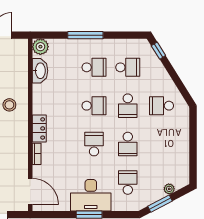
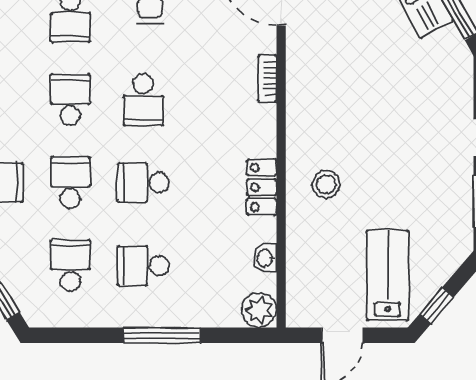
school desk: (128, 67) -> (70, 266), turned 90
washbasin: (40, 71) -> (265, 258), width x0.52, depth x0.69
locker: (39, 128) -> (262, 187), moved

